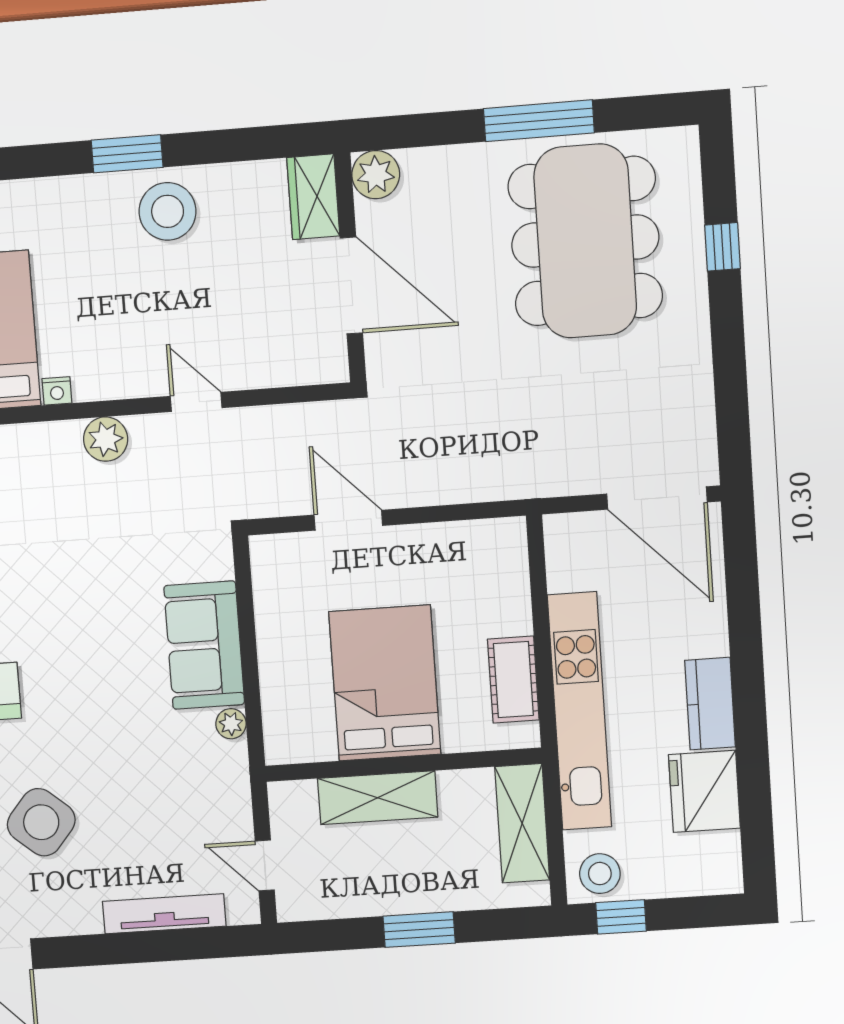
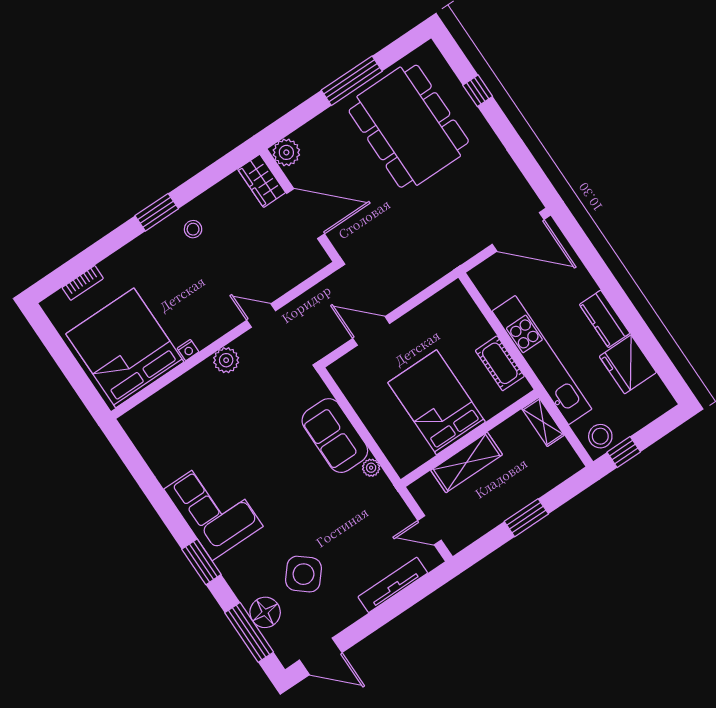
stool: (168, 211) -> (193, 229), width x0.53, depth x0.53
shelving: (522, 823) -> (543, 422), width x0.67, depth x0.75

